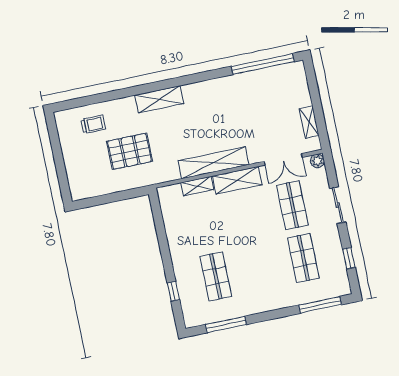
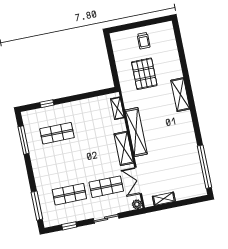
trolley: (93, 124) -> (144, 41), moved
shelving: (197, 186) -> (117, 108), moved

